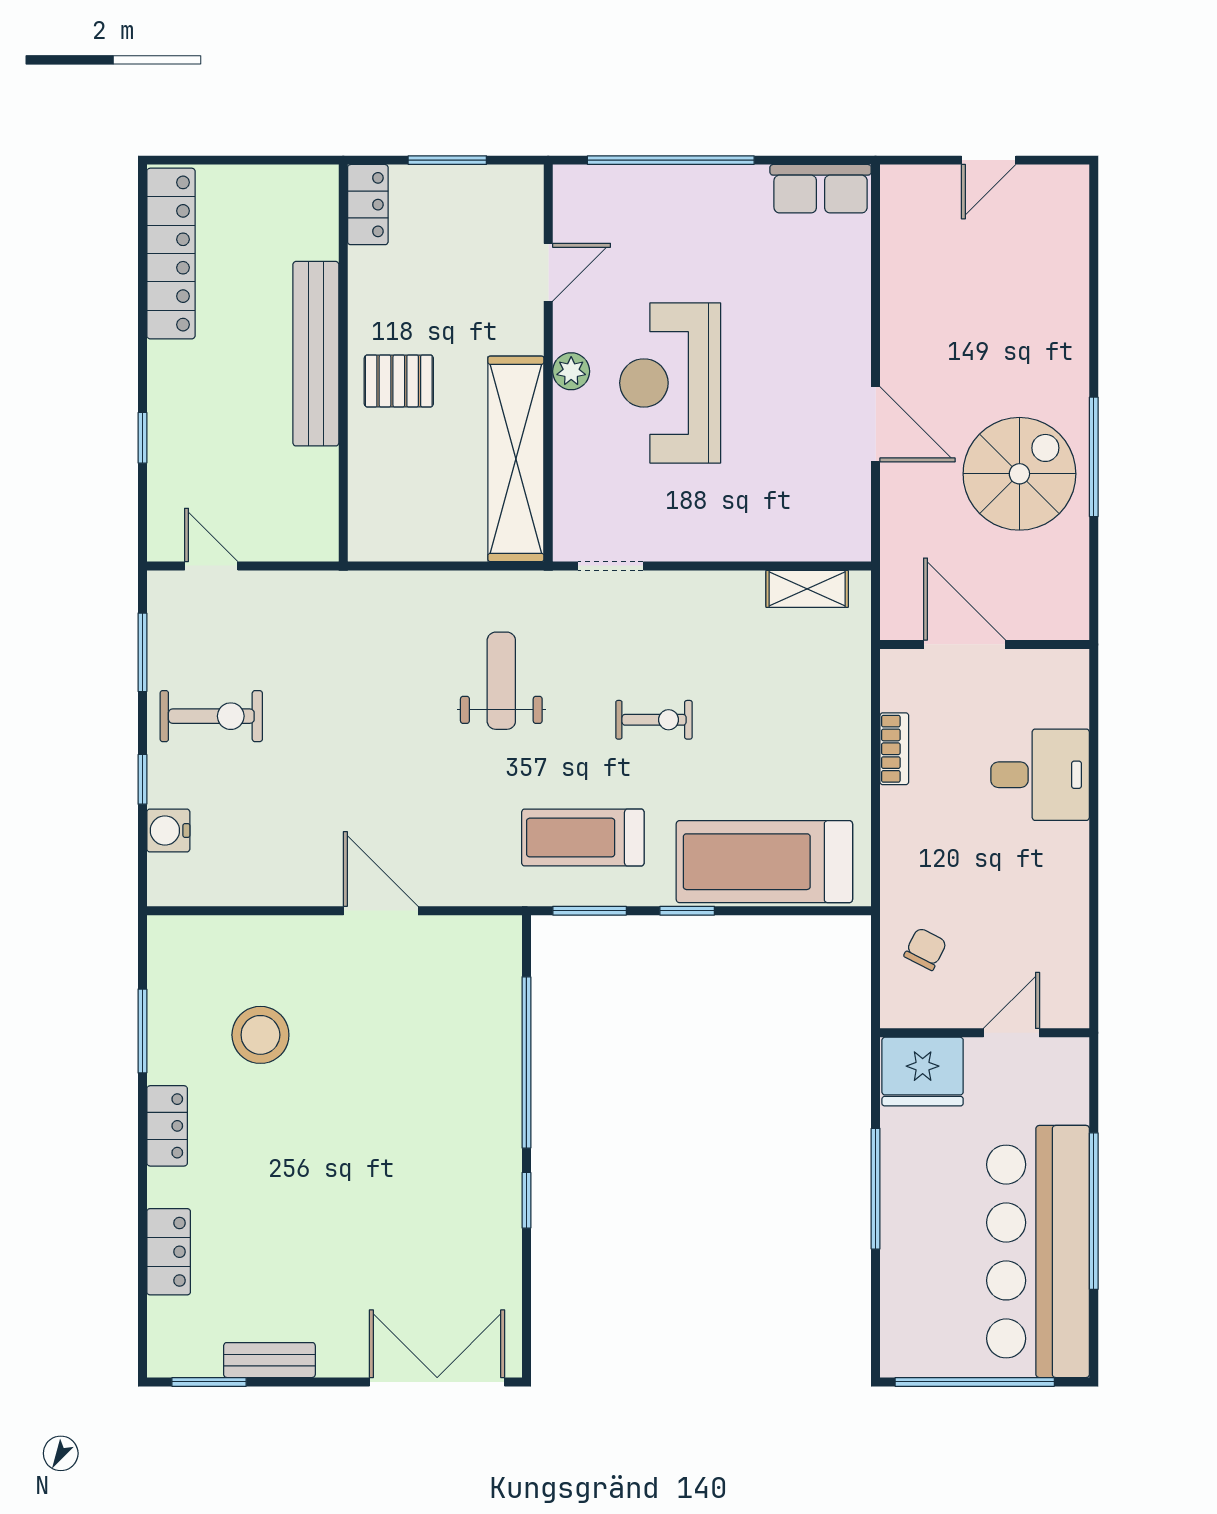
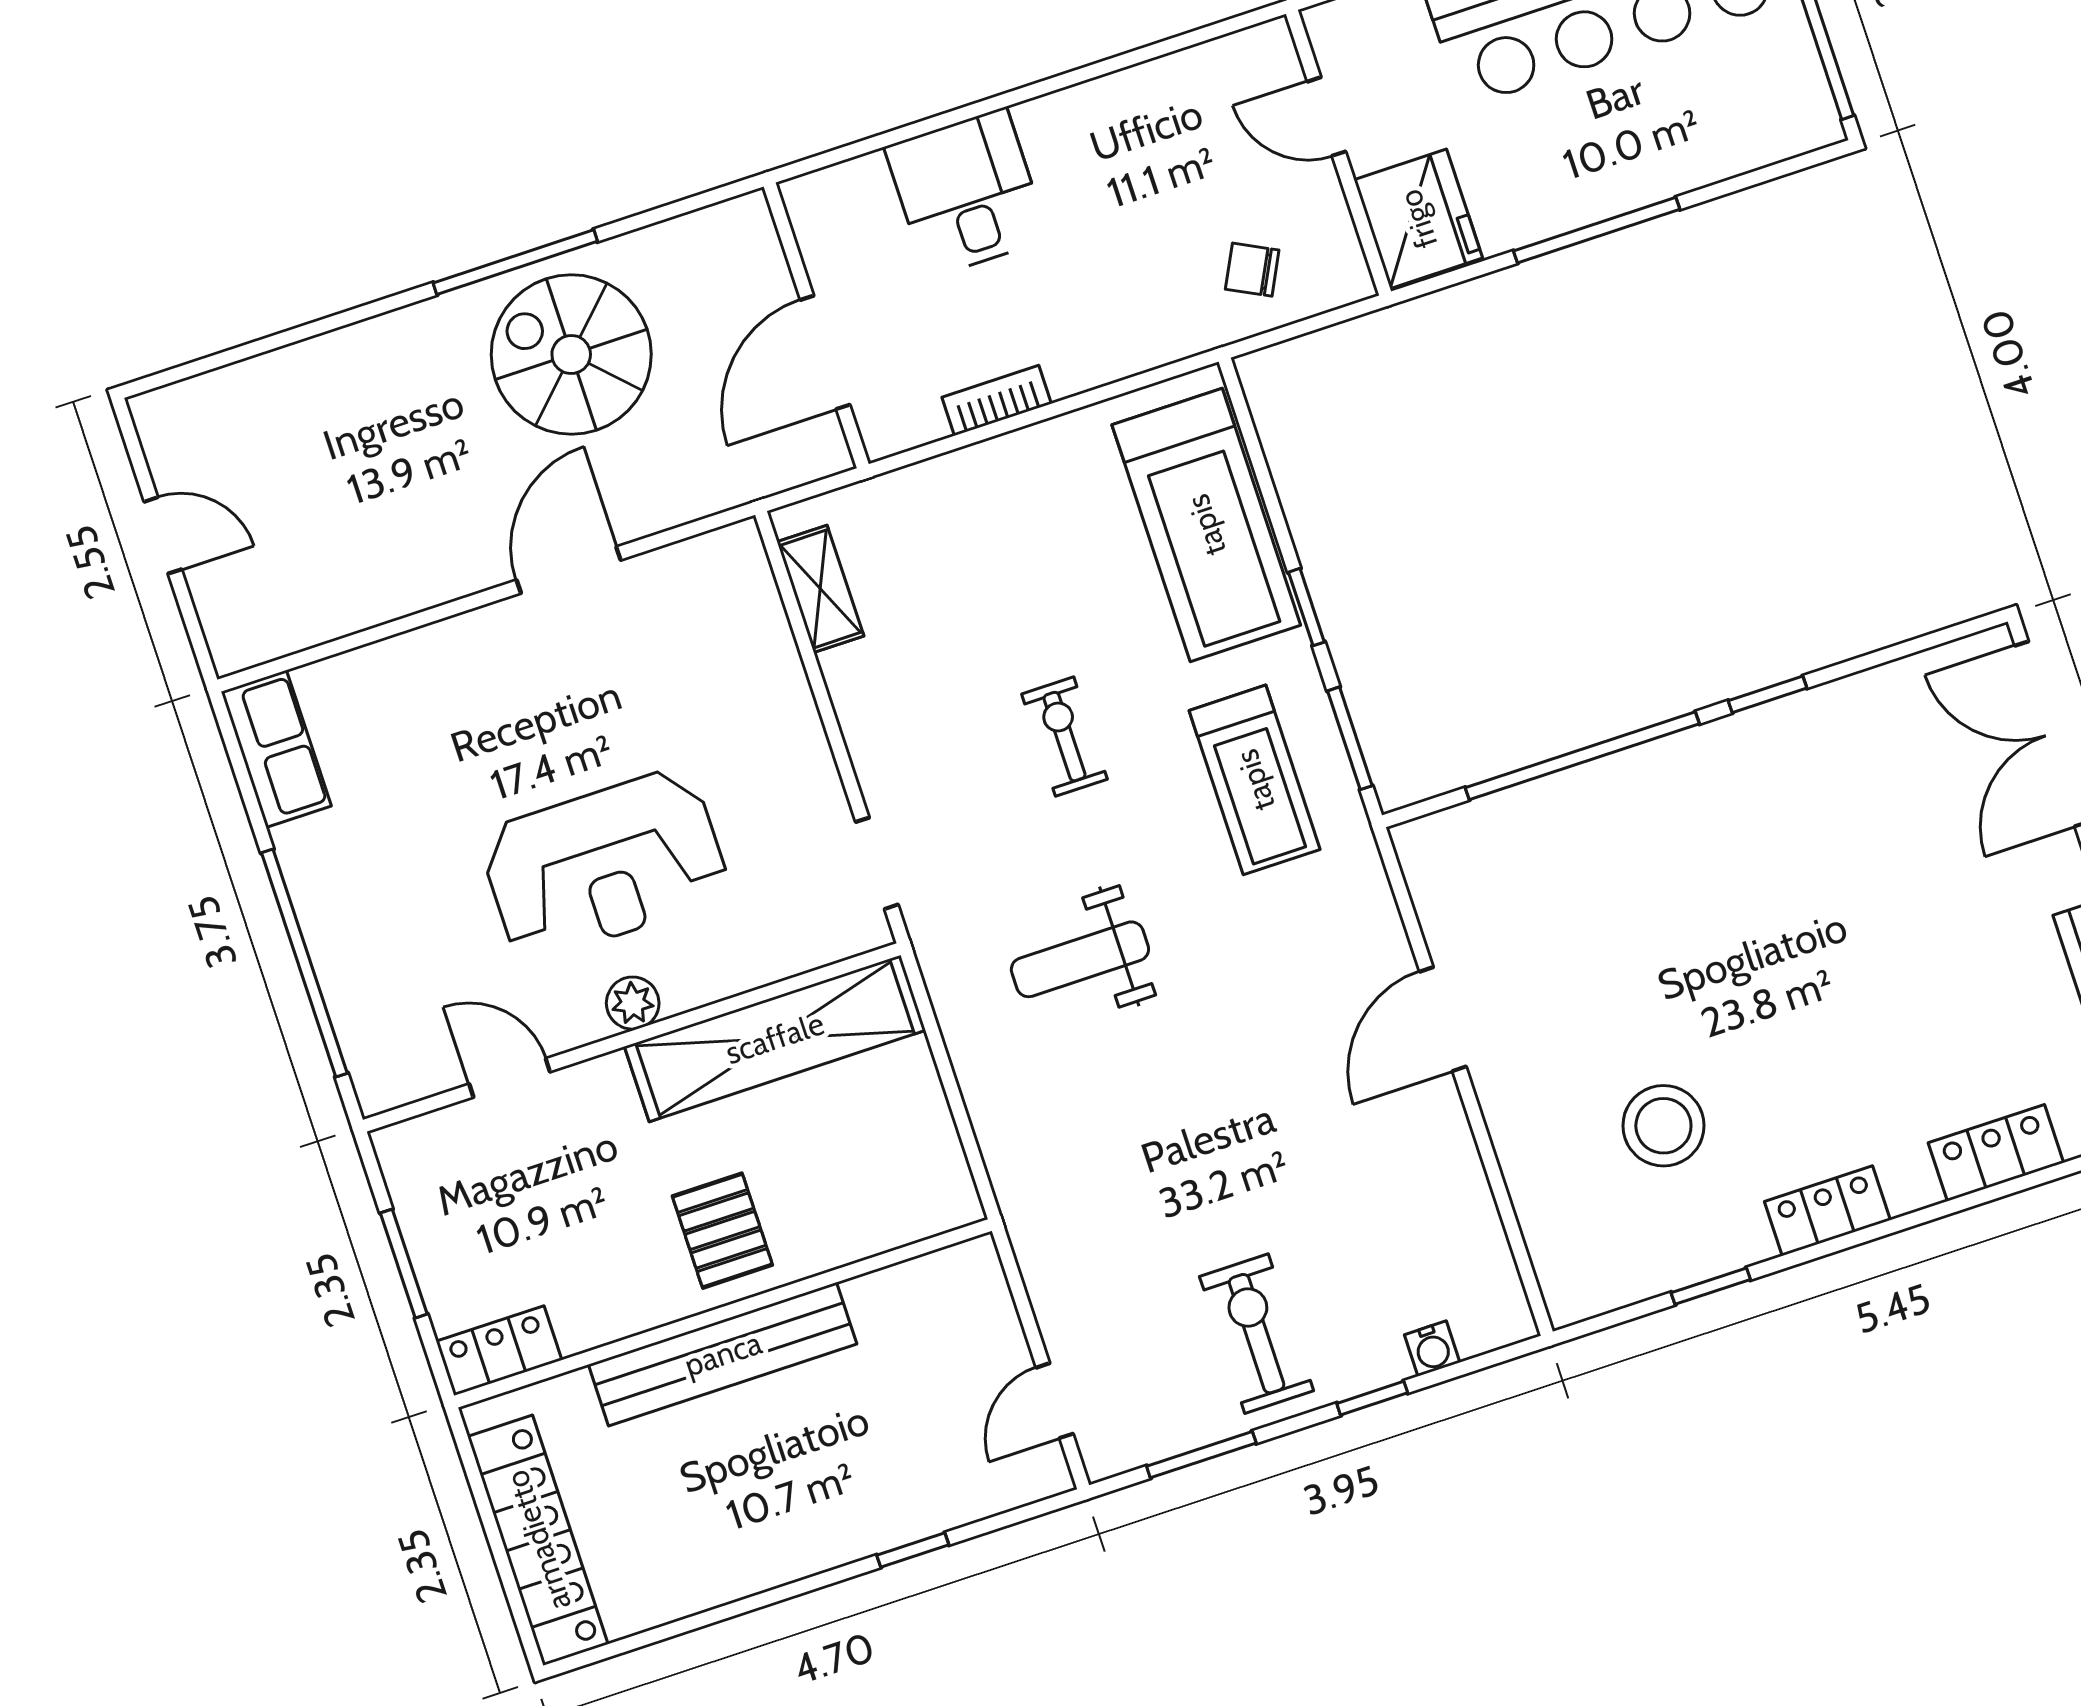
locker: (171, 254) -> (538, 1540), moved, turned 90
water cooler: (168, 831) -> (1432, 1349), width x0.72, depth x0.72
window: (142, 1031) -> (1711, 1286), width x0.67

